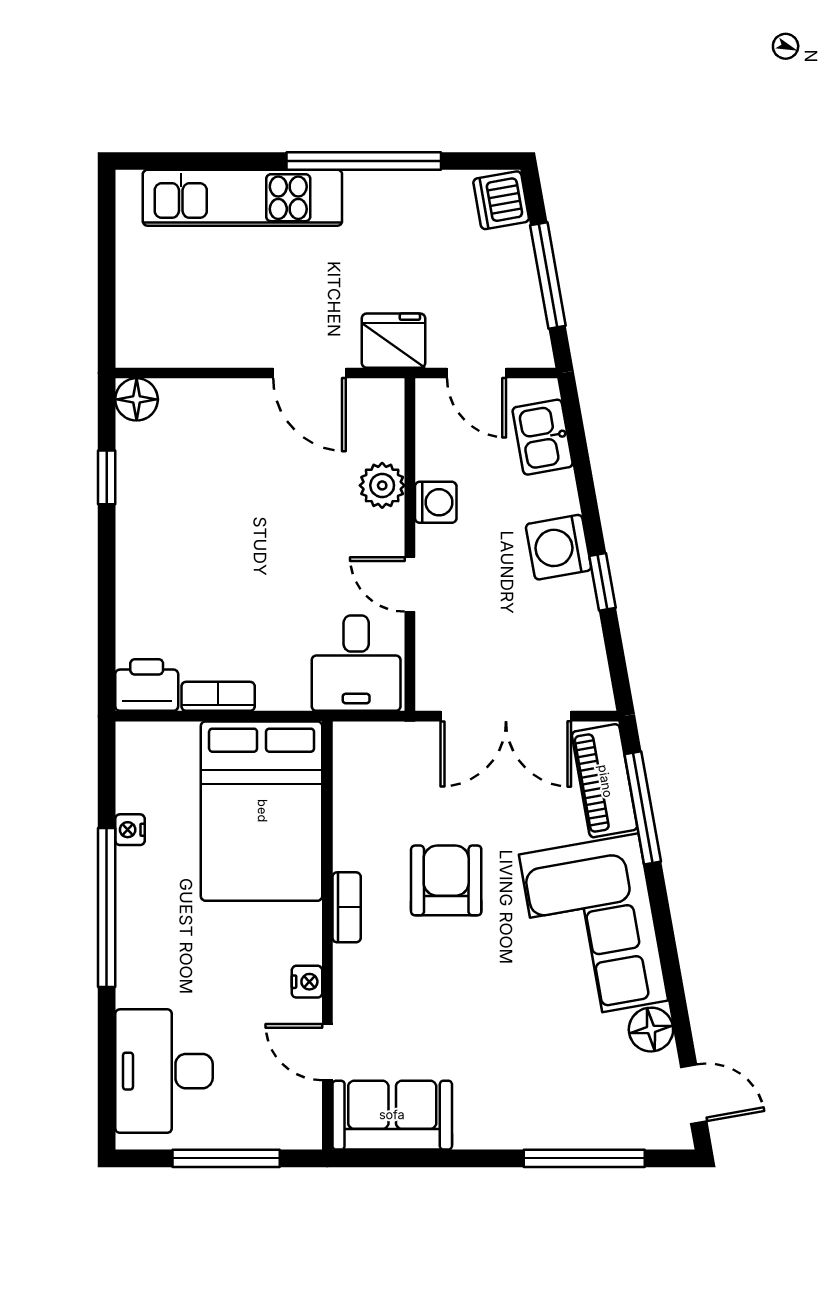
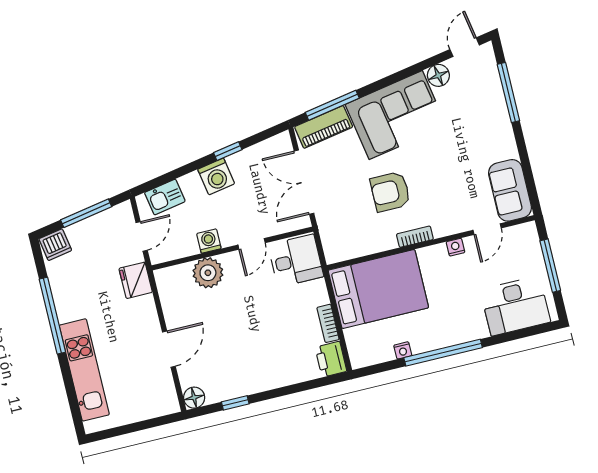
door: (309, 373) -> (169, 349), moved
plant: (382, 485) -> (208, 273), width x1.36, depth x1.36
double door: (506, 716) -> (304, 182), swing flipped

